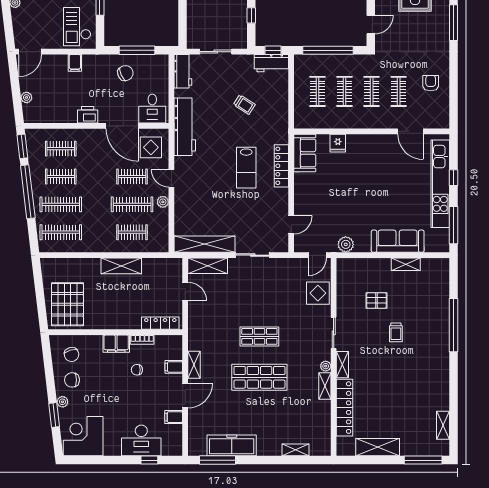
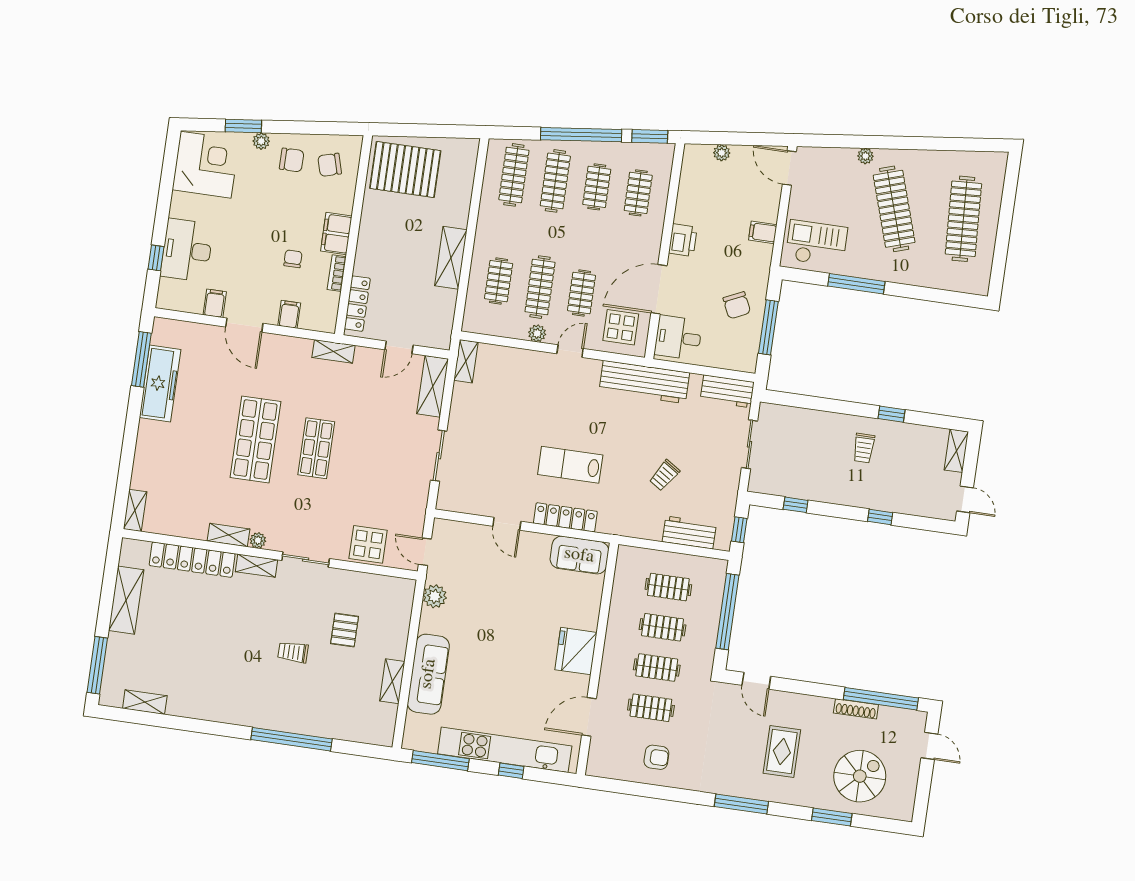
workbench: (271, 63) -> (689, 533), moved, turned 90
fridge: (338, 143) -> (576, 651), moved, width x1.88, depth x1.34
door: (291, 225) -> (507, 524), moved
shelving: (204, 244) -> (466, 361), width x0.45, depth x0.75
shelving: (194, 365) -> (333, 351), moved
chair: (72, 380) -> (292, 160), turned 90
shelving: (296, 450) -> (135, 510), moved

